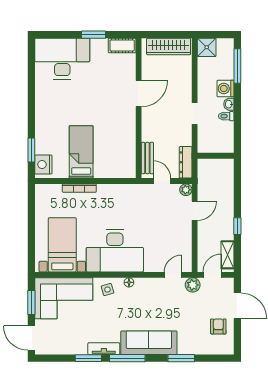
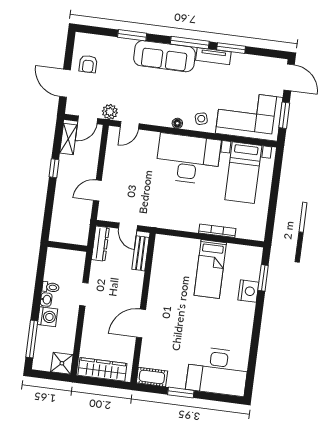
nightstand: (43, 164) -> (248, 291), moved
plant: (186, 190) -> (104, 214), removed

